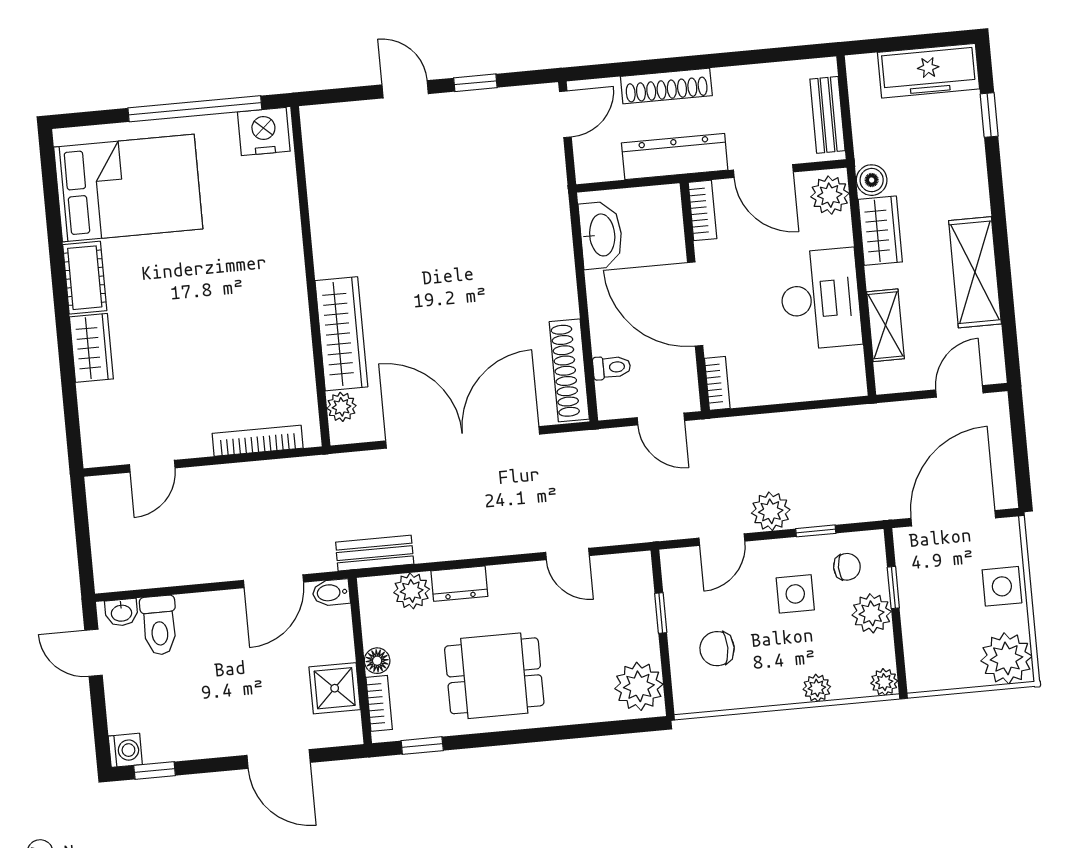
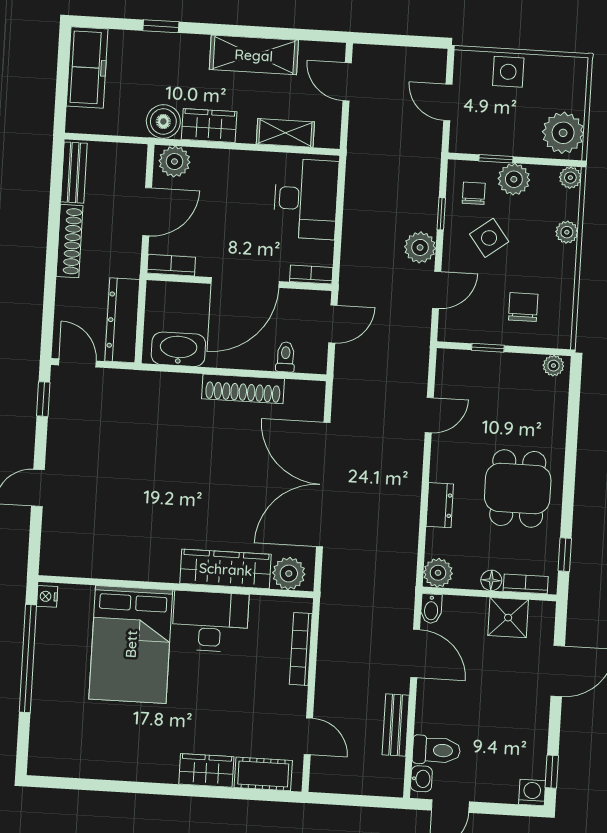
window: (475, 83) -> (43, 399), moved
shoe rack: (666, 86) -> (70, 241), moved
bench: (827, 115) -> (74, 173), moved, turned 90
window: (989, 115) -> (161, 26), moved
nightstand: (264, 132) -> (47, 596), width x0.53, depth x0.56
dresser: (675, 157) -> (122, 320), moved
boiler: (872, 180) -> (163, 121), width x1.36, depth x1.36
bed: (128, 188) -> (131, 644), moved, turned 180
cot: (85, 278) -> (263, 774), moved
desk: (820, 299) -> (306, 199), moved, turned 90
desk: (274, 325) -> (210, 621), added
shoe rack: (569, 370) -> (243, 389), moved
plant: (342, 407) -> (289, 574), width x1.38, depth x1.38
door: (953, 518) -> (448, 102), width x0.53
door: (722, 540) -> (437, 290), hinge flipped
bench: (375, 553) -> (396, 725), moved
plant: (412, 591) -> (438, 573), moved
side table: (795, 594) -> (489, 238), turned -37
chair: (717, 649) -> (523, 307), turned 180
plant: (1006, 658) -> (563, 133), moved
plant: (639, 686) -> (553, 366), width x0.53, depth x0.53

